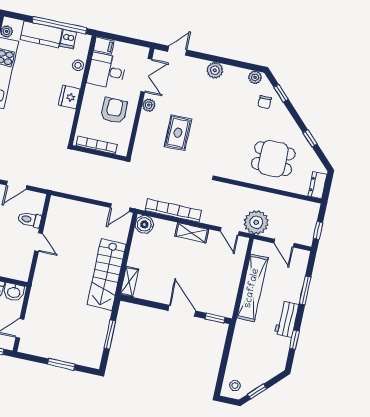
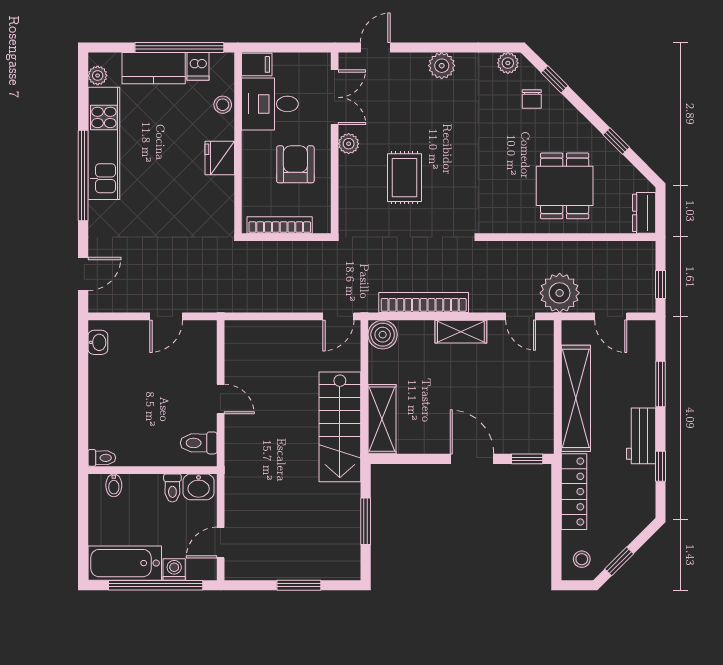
dining table: (273, 159) -> (565, 186), turned 90
toilet: (30, 220) -> (199, 443), moved
shelving: (129, 282) -> (382, 419), width x1.50, depth x1.33
locker: (239, 344) -> (574, 492), added

